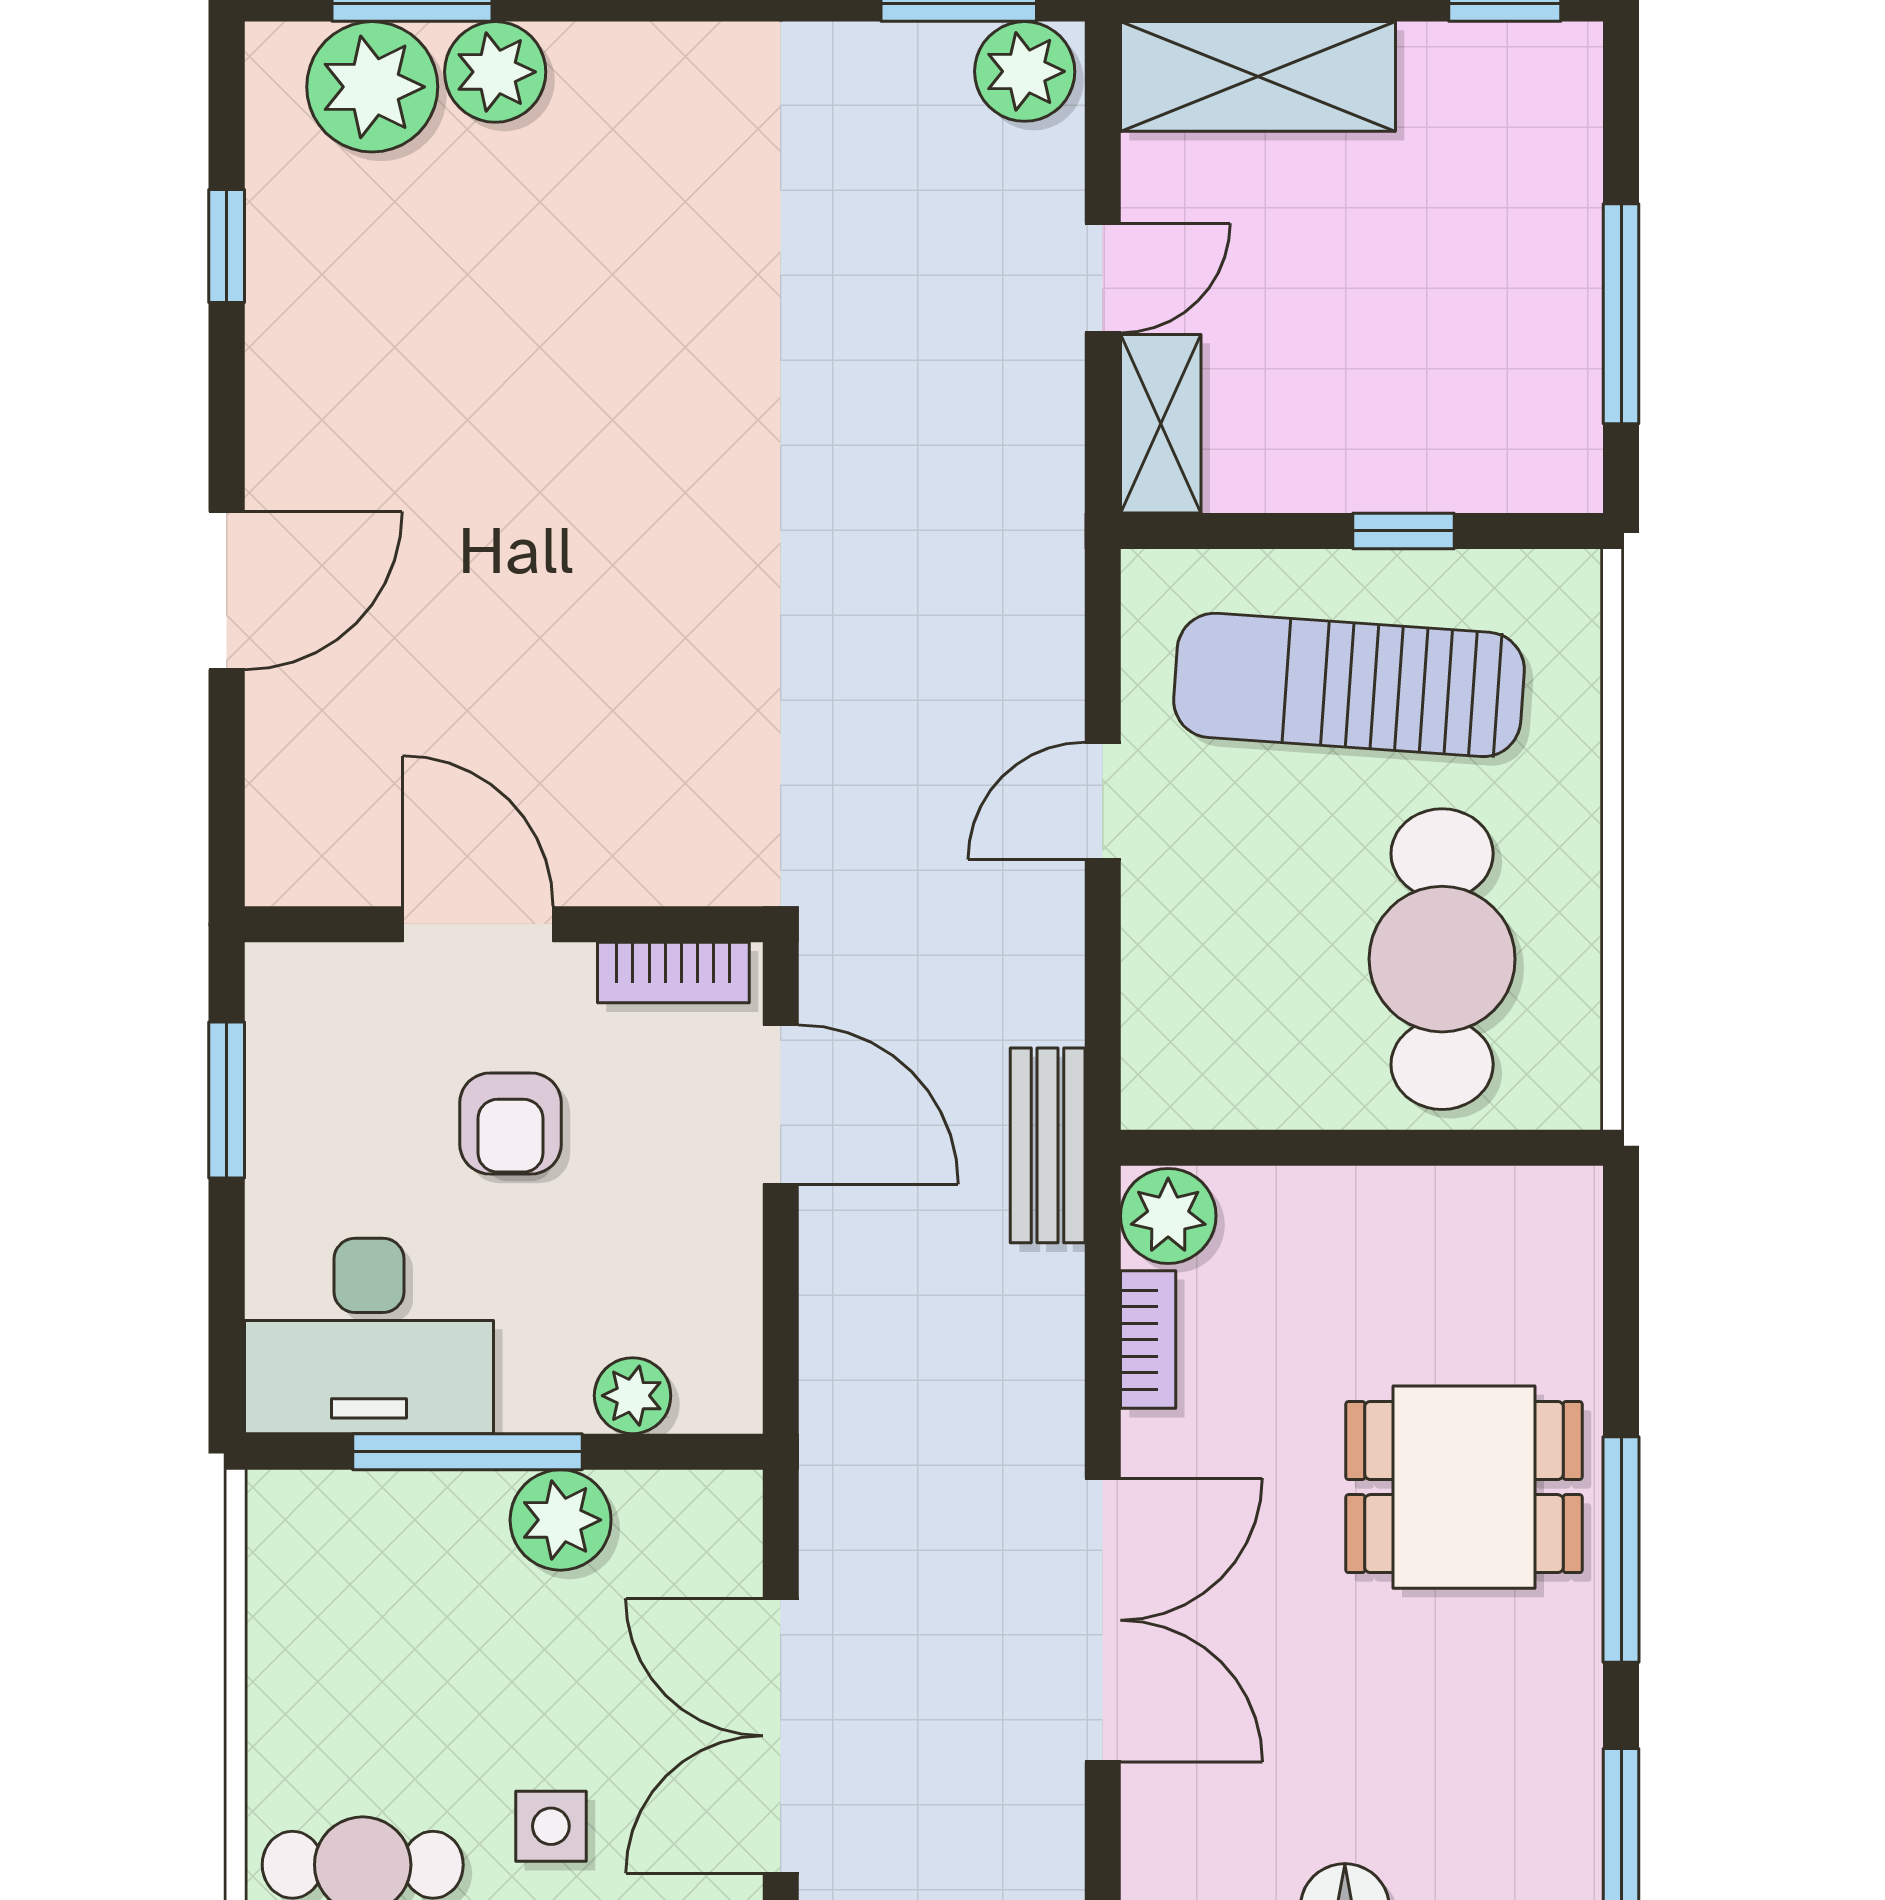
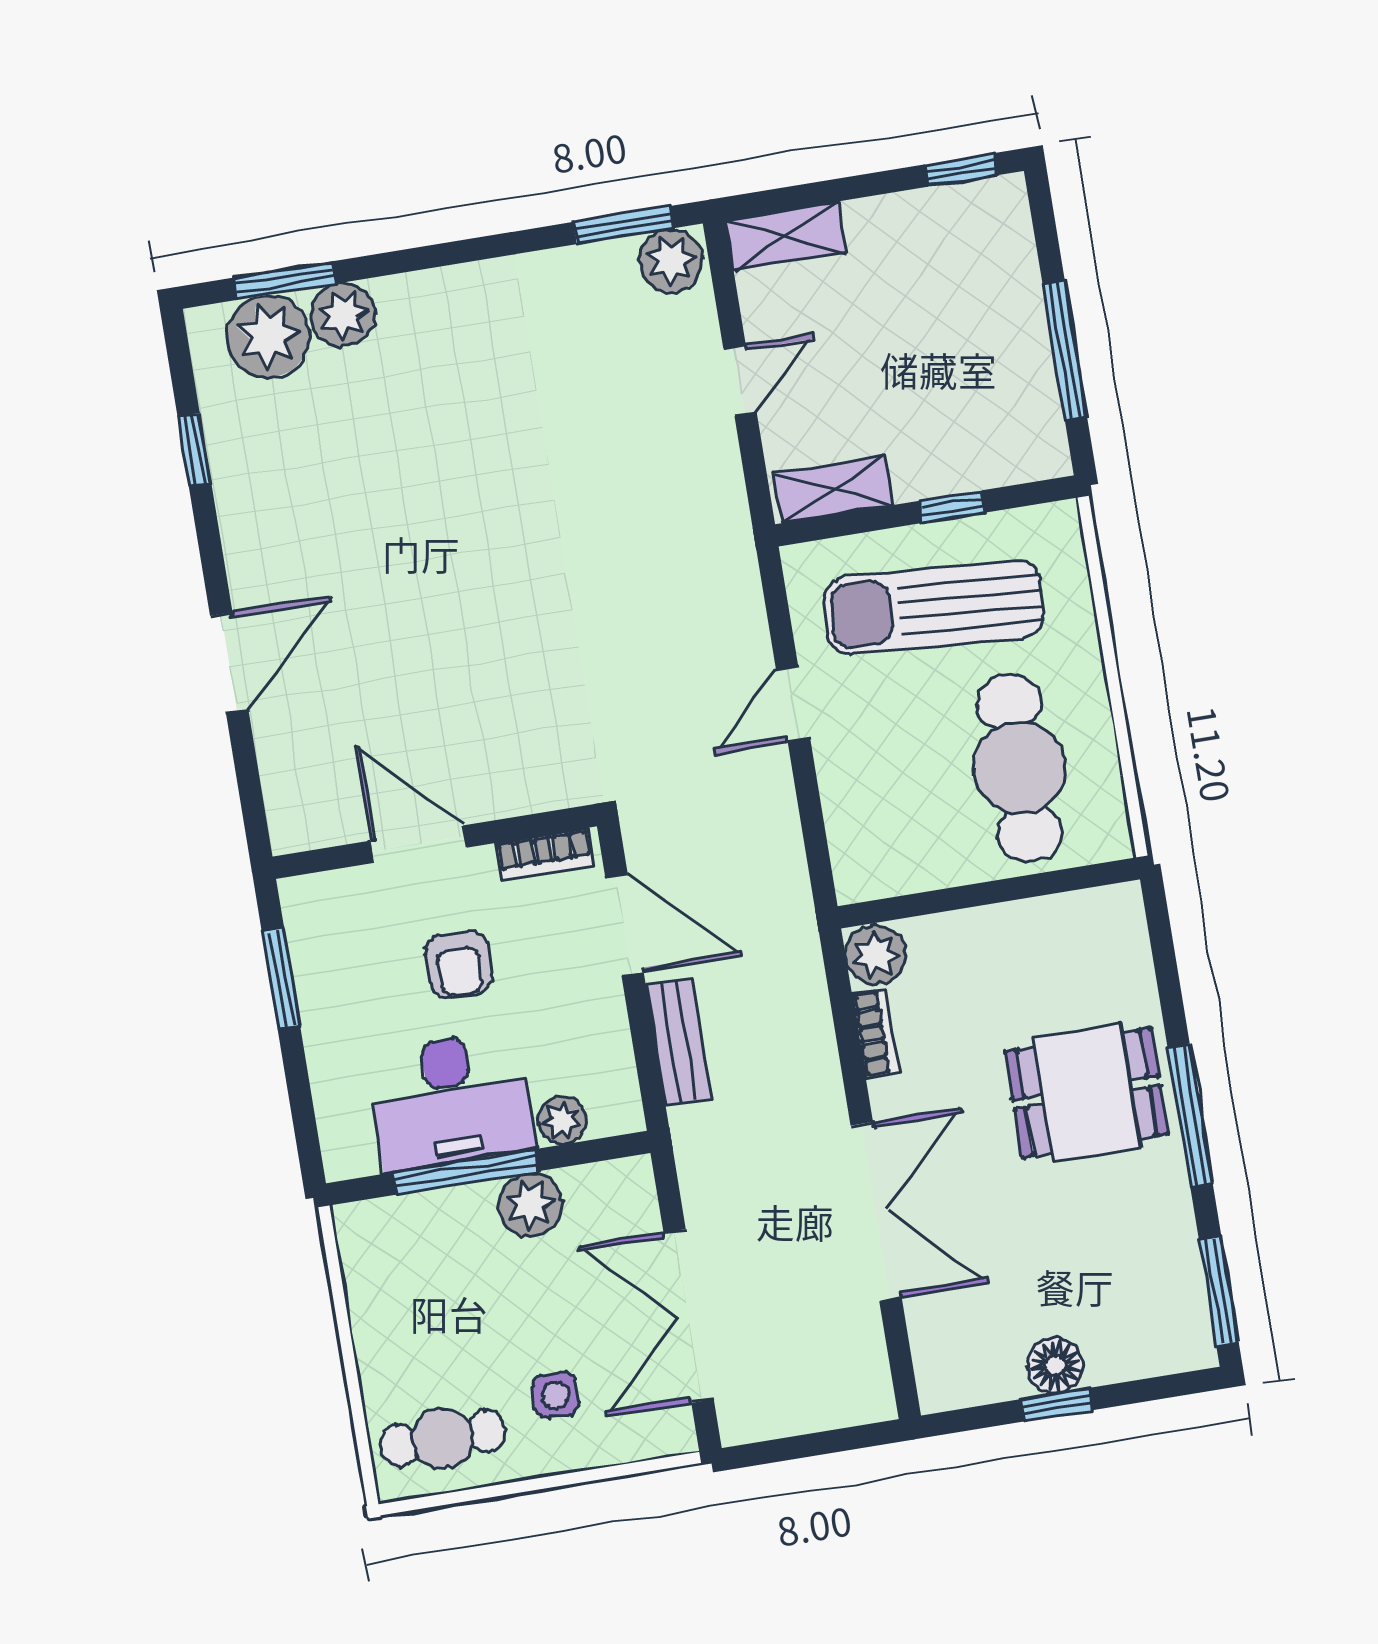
shelving: (1258, 76) -> (786, 236), width x0.67, depth x0.75
shelving: (1161, 424) -> (834, 489), moved, turned 90
bench: (1048, 1145) -> (679, 1042), moved
desk: (369, 1336) -> (451, 1101), moved

